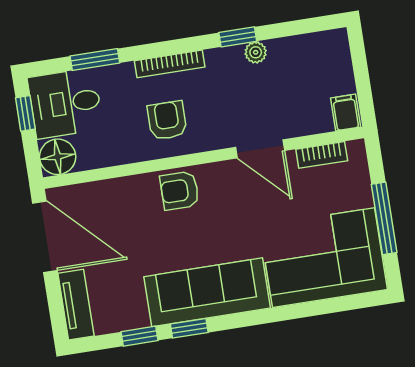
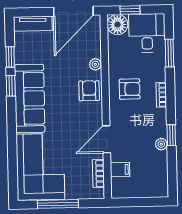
bookcase: (170, 64) -> (161, 95), width x0.64
filing cabinet: (346, 112) -> (120, 170), moved
window: (25, 113) -> (130, 10), moved
plant: (132, 186) -> (95, 64), added

